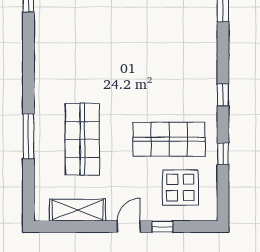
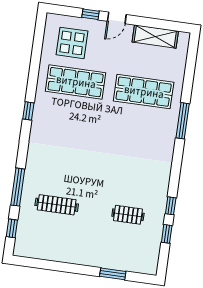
window: (28, 136) -> (183, 121), moved
shop shelf: (82, 139) -> (144, 92), turned 90
window: (223, 154) -> (35, 65), removed

